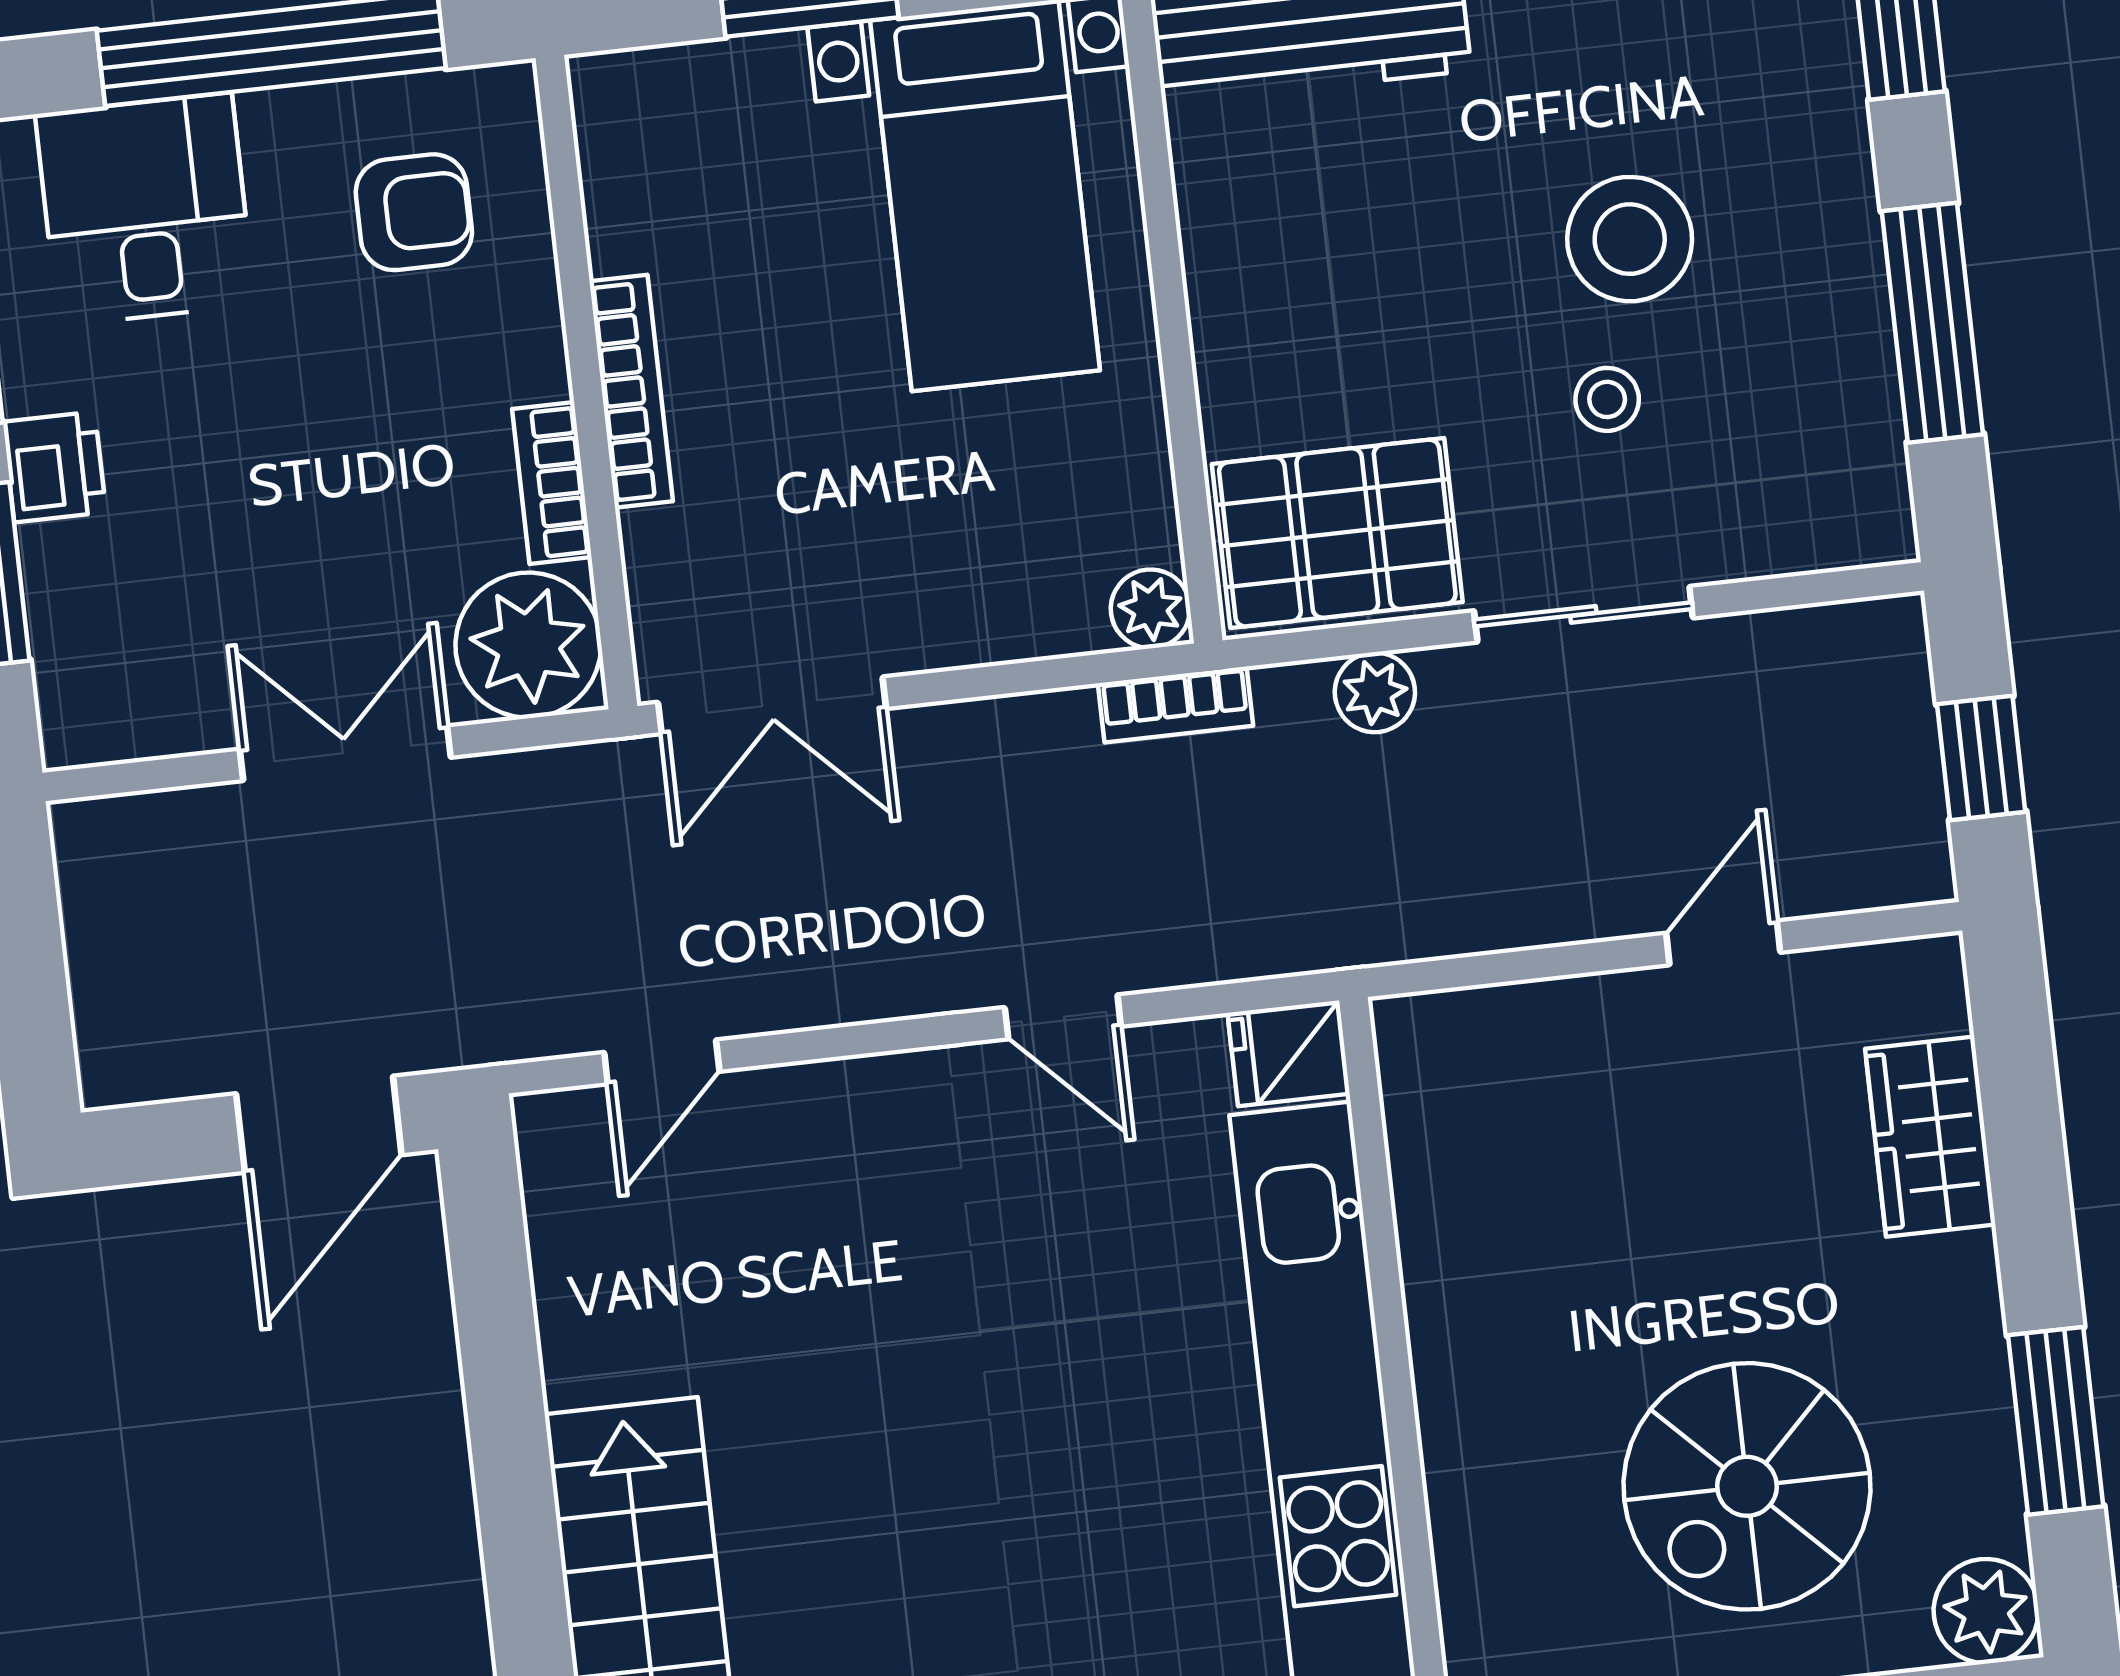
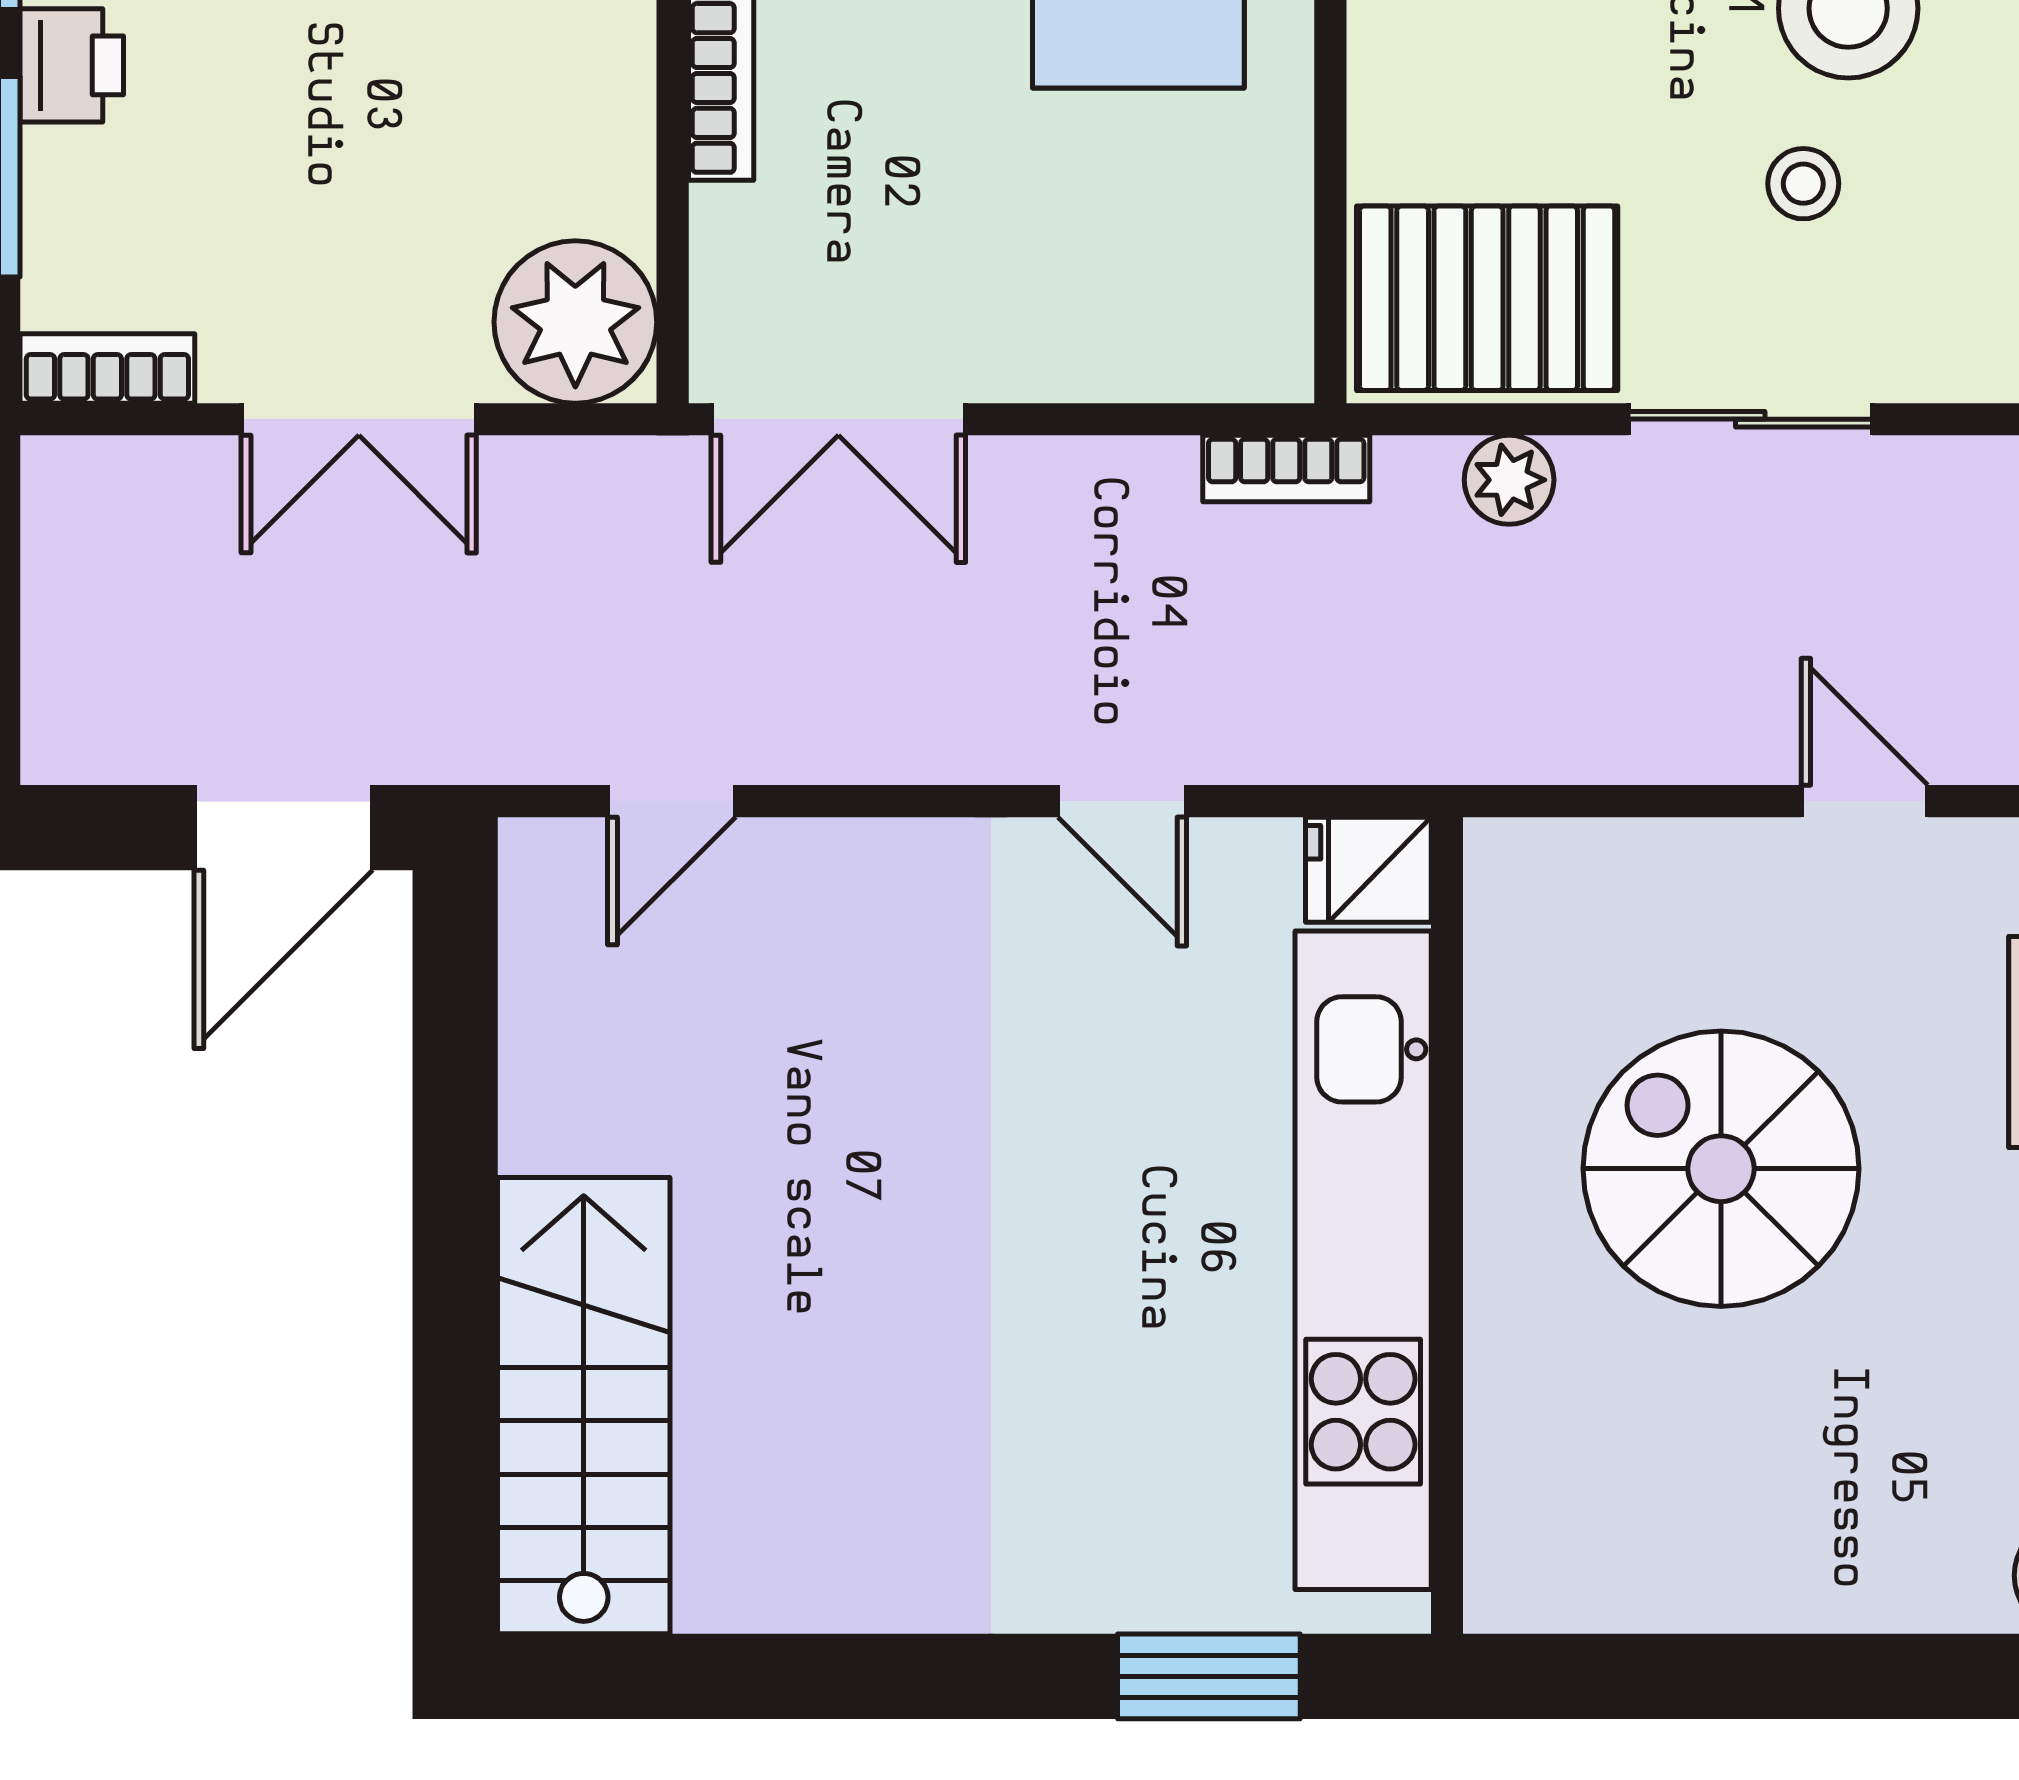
bookcase: (552, 483) -> (107, 368), moved, turned 90
plant: (1150, 609) -> (1270, 359), removed
double door: (345, 753) -> (359, 419), swing flipped
door: (1723, 943) -> (1865, 801), hinge flipped
spiral stairs: (1747, 1486) -> (1721, 1169), moved, turned 90

